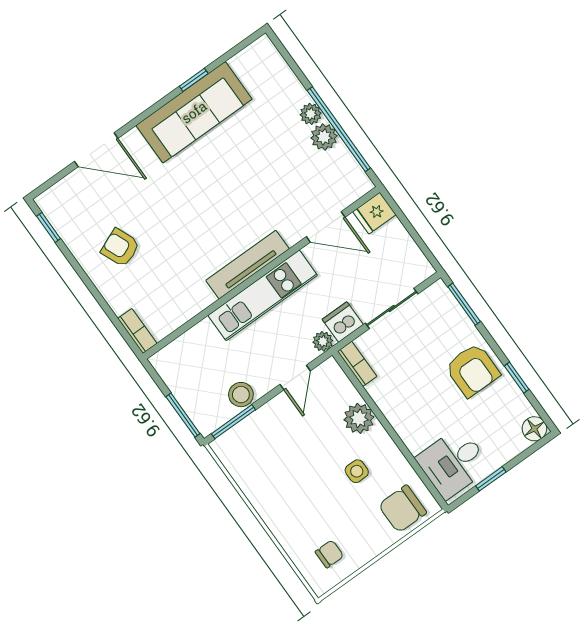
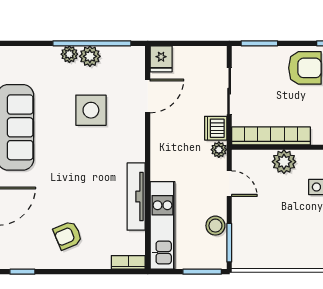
side table: (268, 178) -> (91, 110), added
tv unit: (248, 265) -> (136, 197), moved
kitchen unit: (263, 295) -> (162, 225), moved
bookcase: (357, 364) -> (271, 136), width x2.31, depth x1.31

